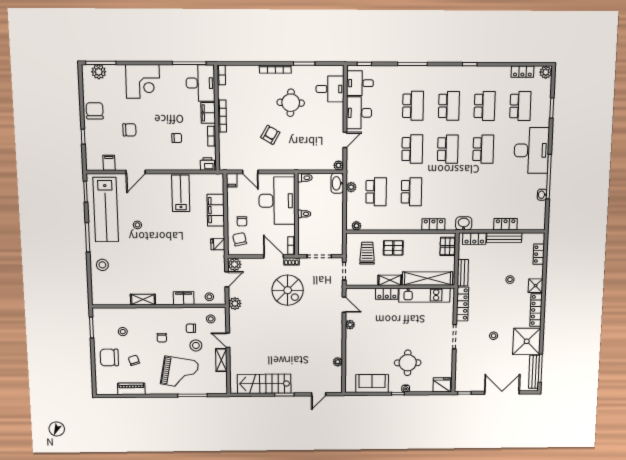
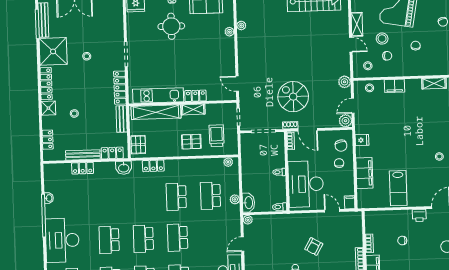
printer: (208, 164) -> (419, 215), moved
trolley: (367, 253) -> (217, 136), turned 180
plant: (350, 325) -> (229, 32), moved

